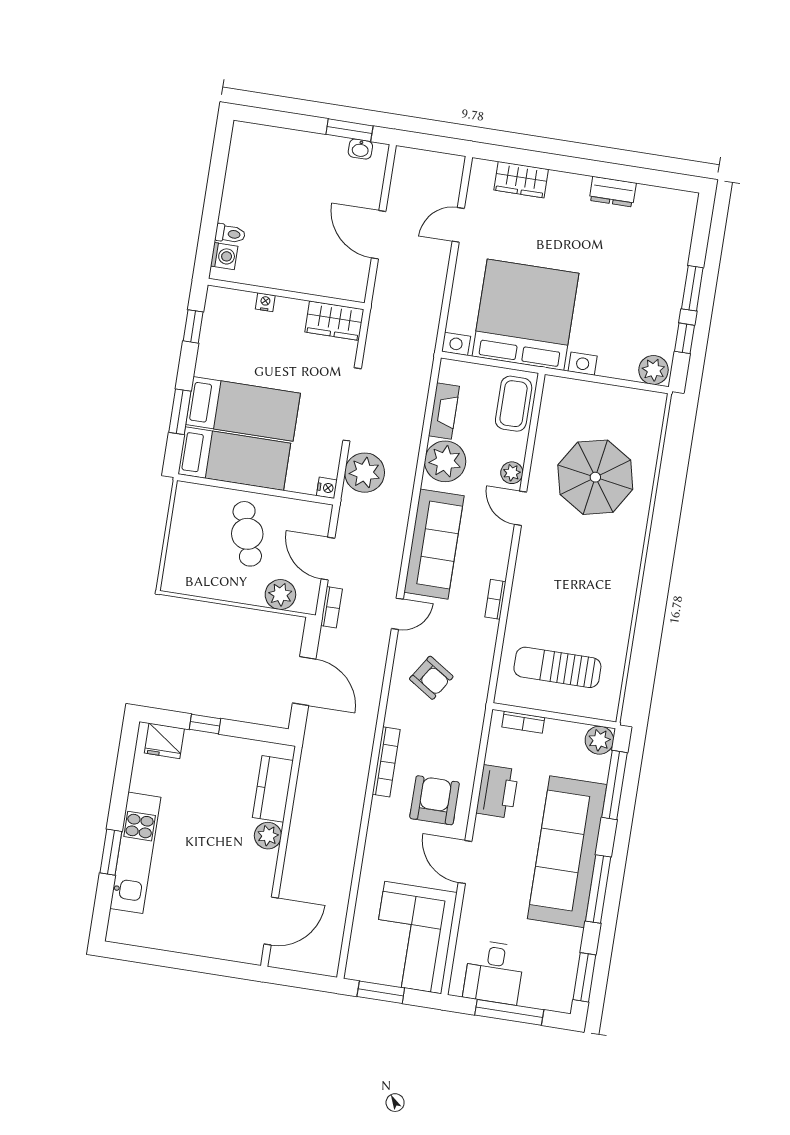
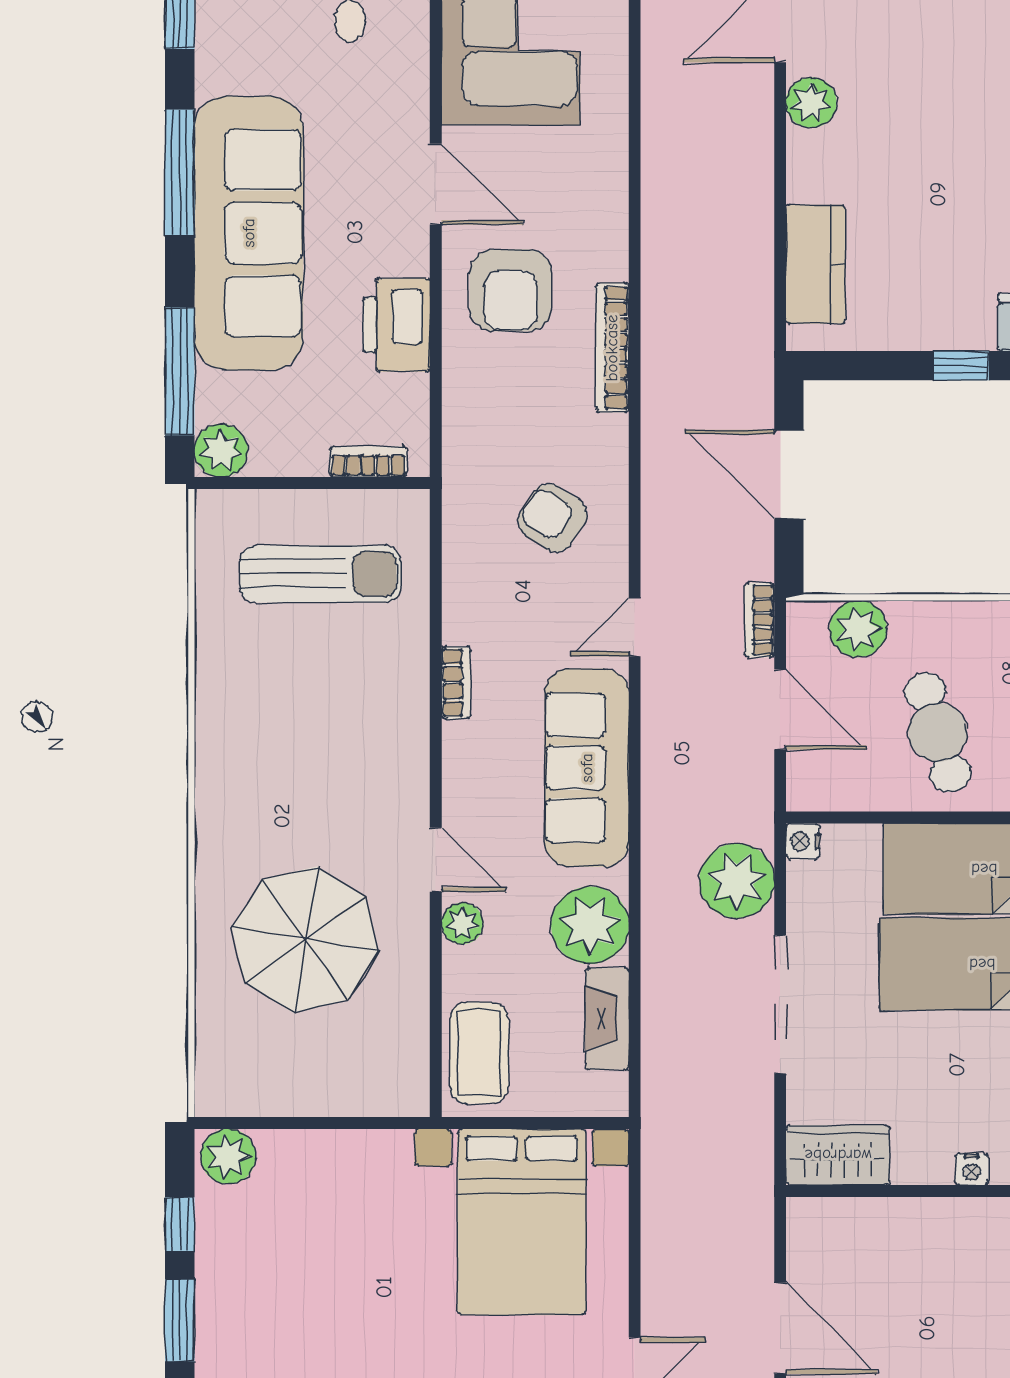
bed with nightstands: (525, 315) -> (522, 1222), width x0.73
plant: (268, 836) -> (811, 103), moved

